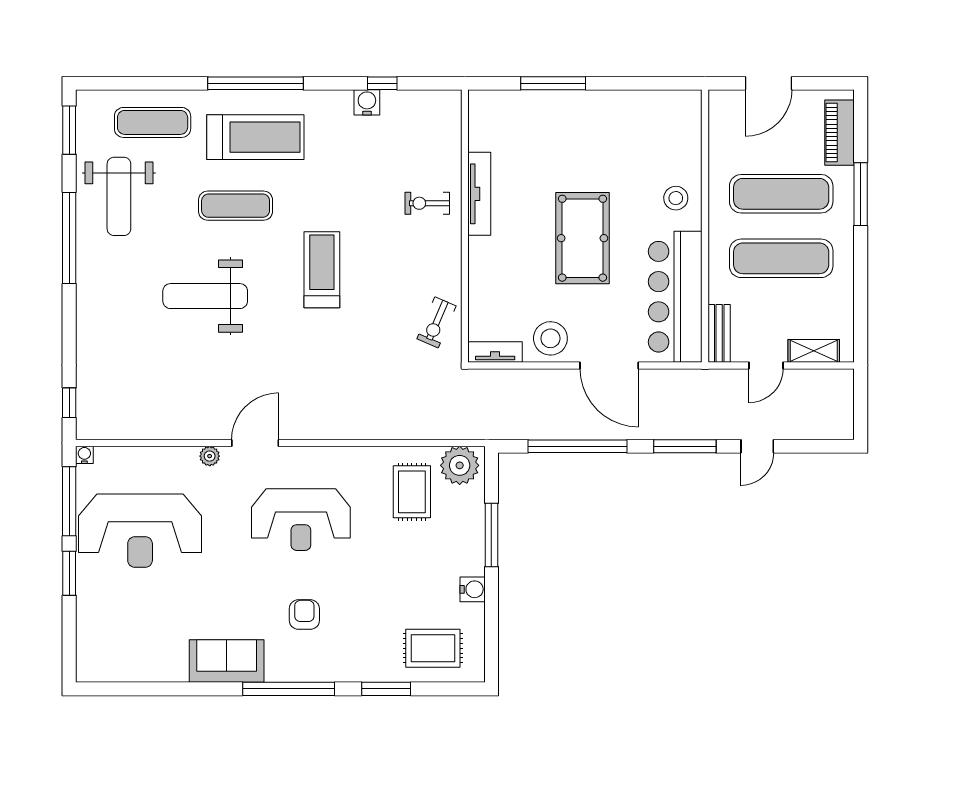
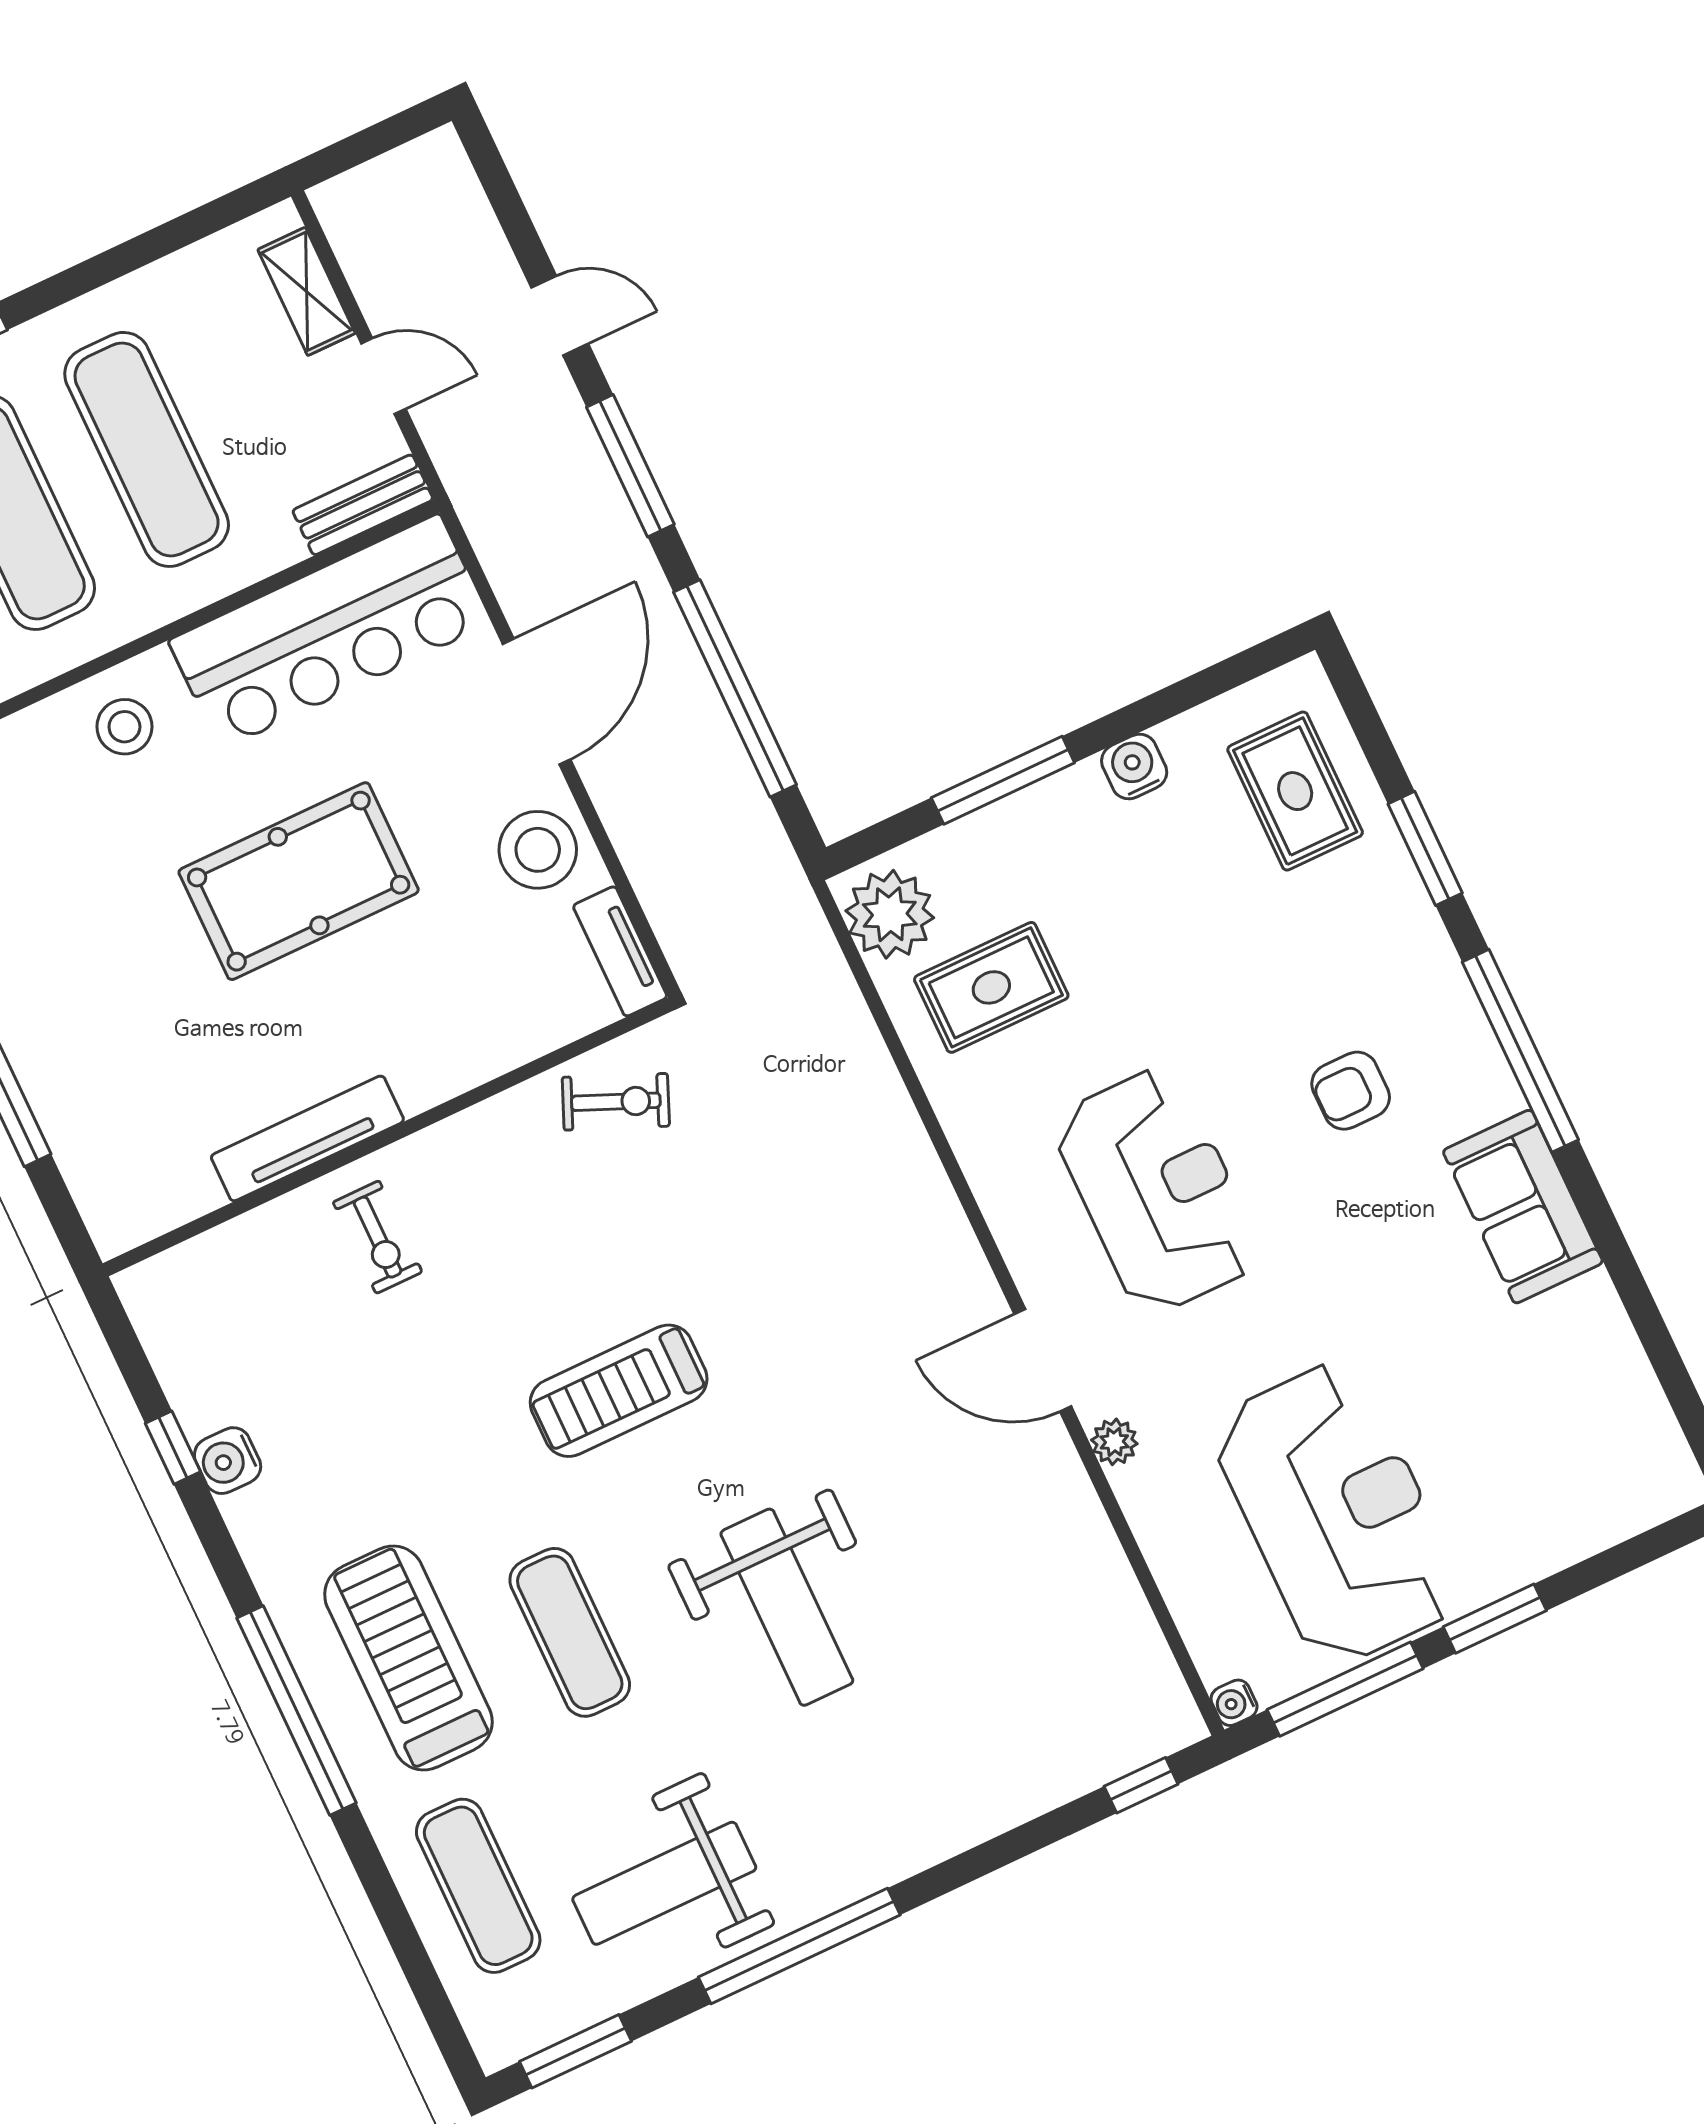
weight bench: (119, 196) -> (664, 1883), turned 180

